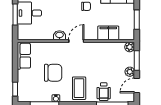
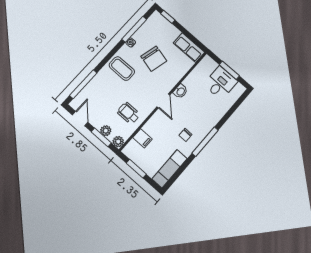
filing cabinet: (108, 33) -> (142, 138), width x0.50
plant: (130, 72) -> (106, 131), moved
chair: (53, 73) -> (154, 59), turned -76
wheelchair: (104, 92) -> (129, 113), moved

